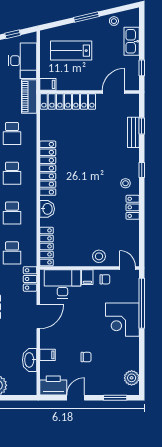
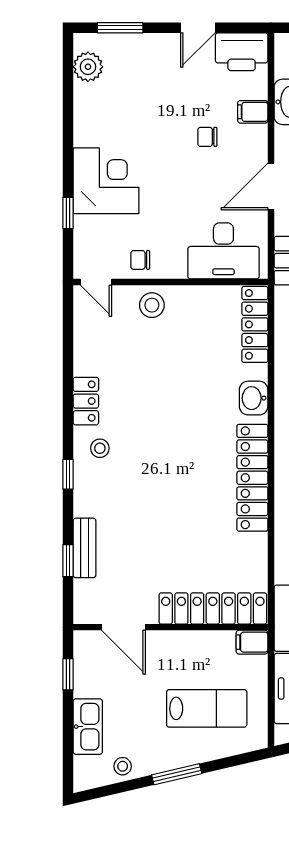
door: (114, 92) -> (123, 627), hinge flipped
filing cabinet: (87, 277) -> (175, 264), removed
window: (142, 303) -> (68, 213), width x0.32
chair: (86, 357) -> (207, 137), moved

